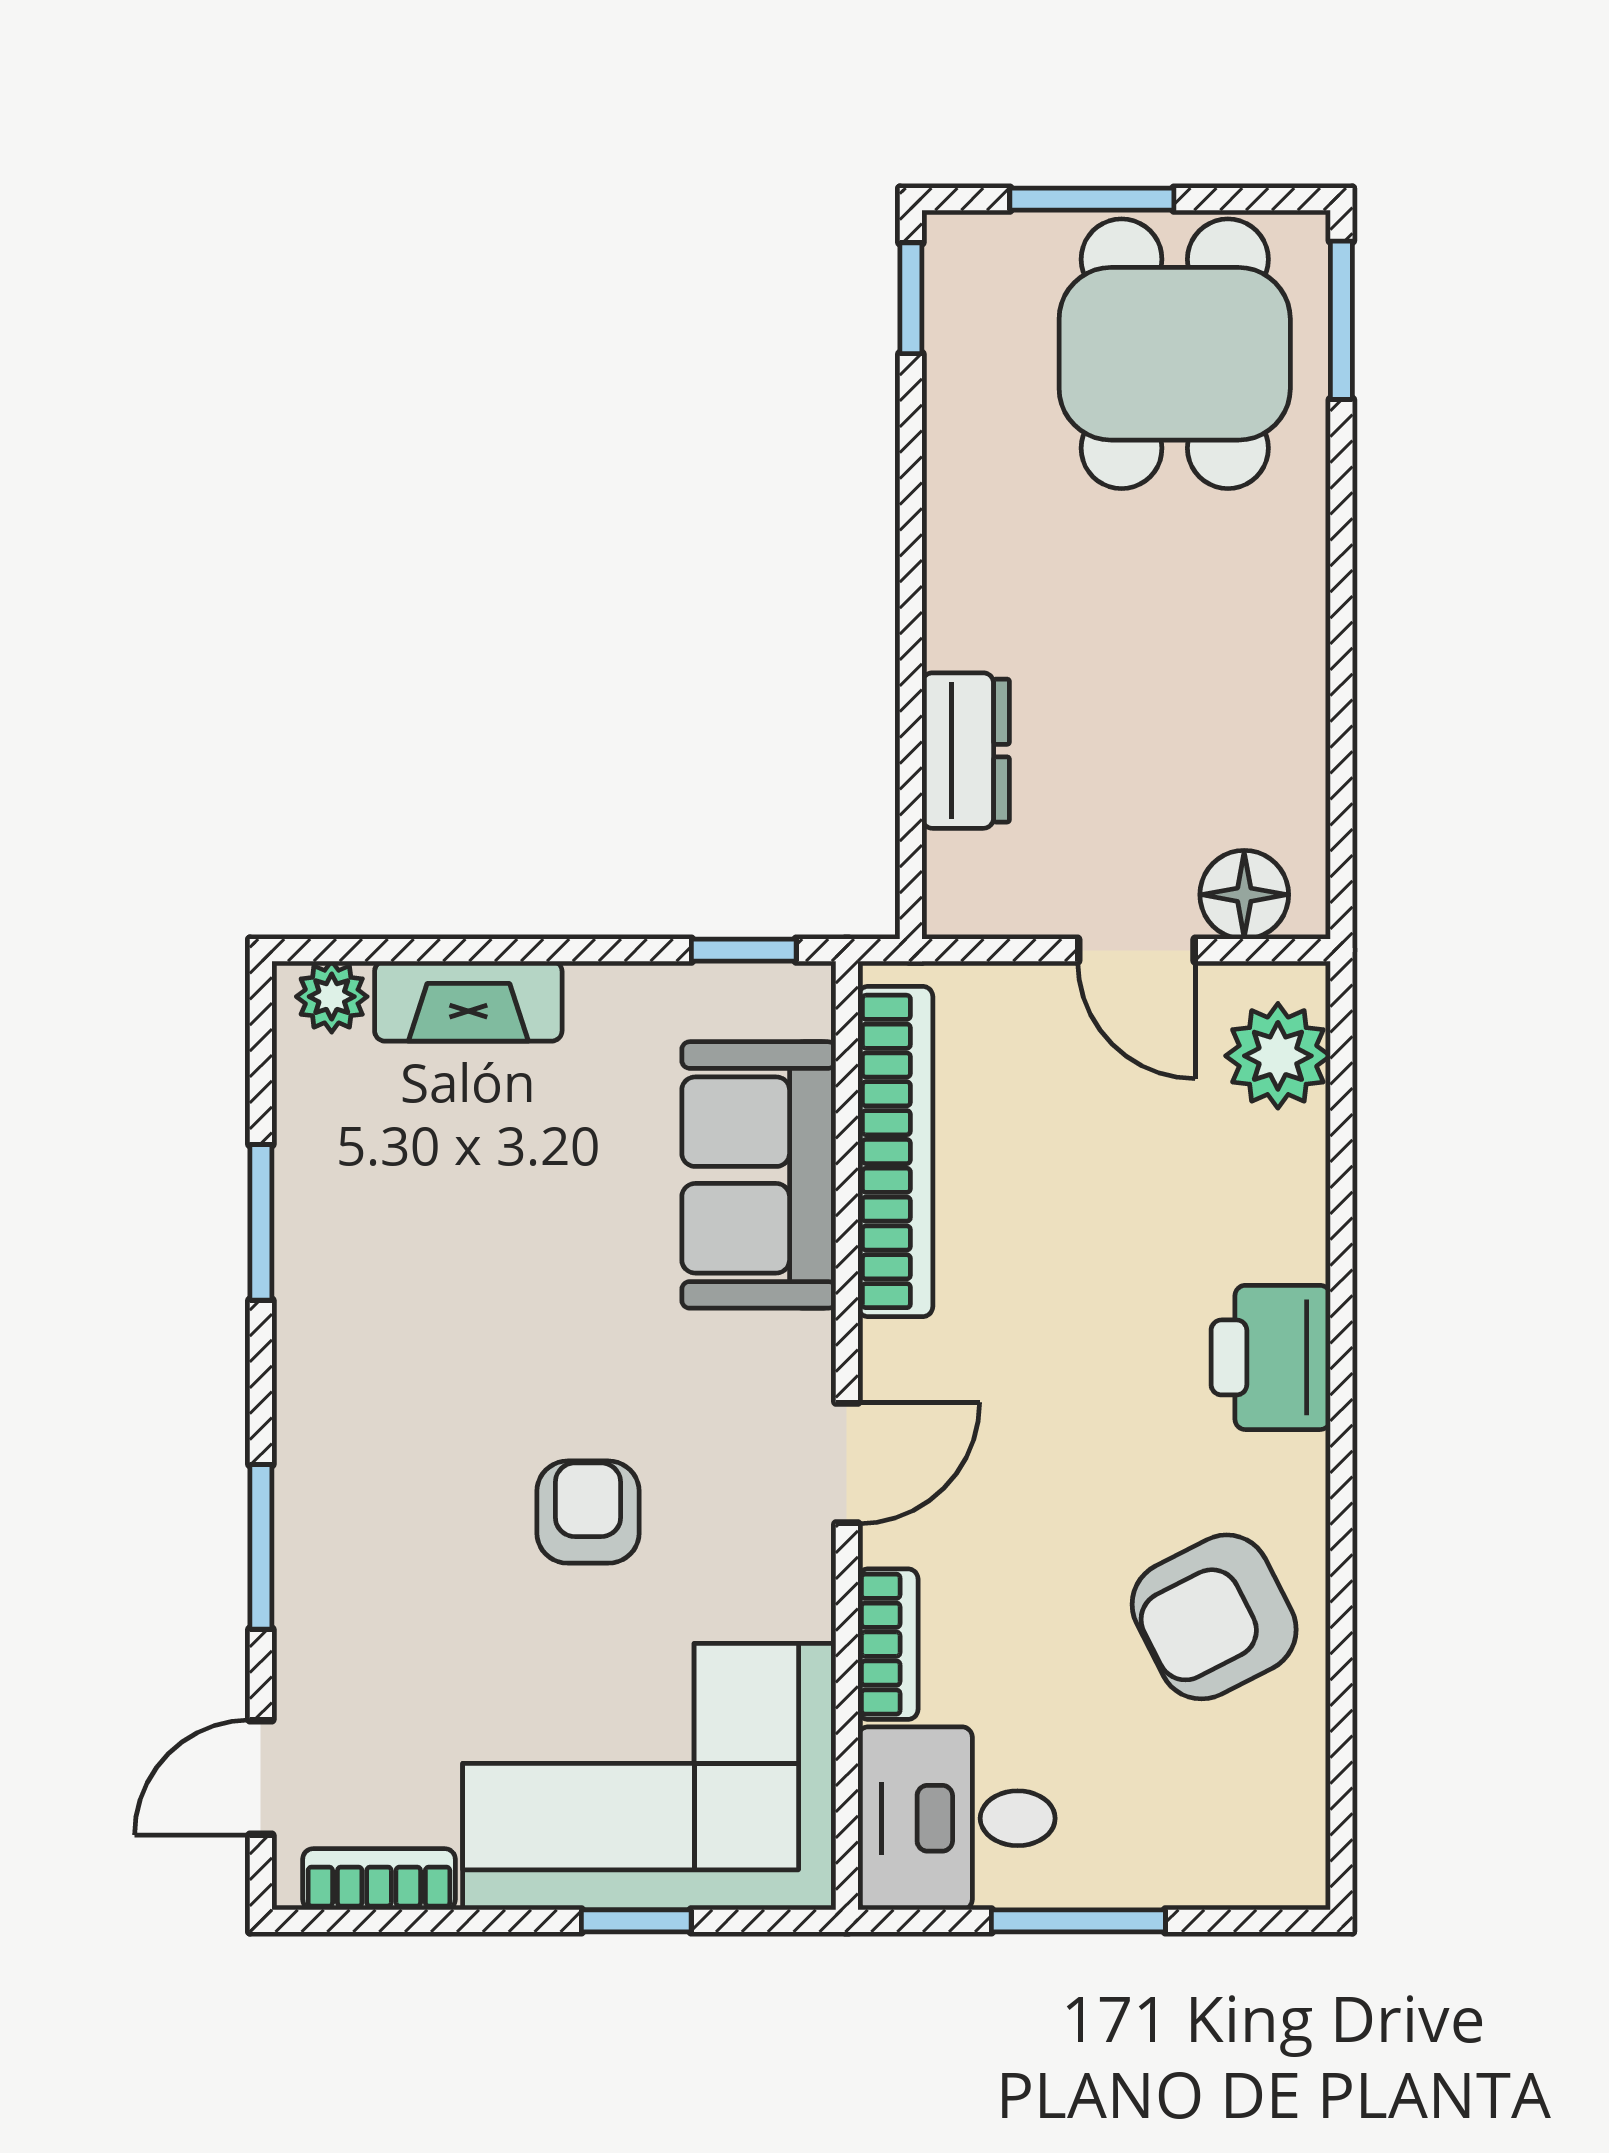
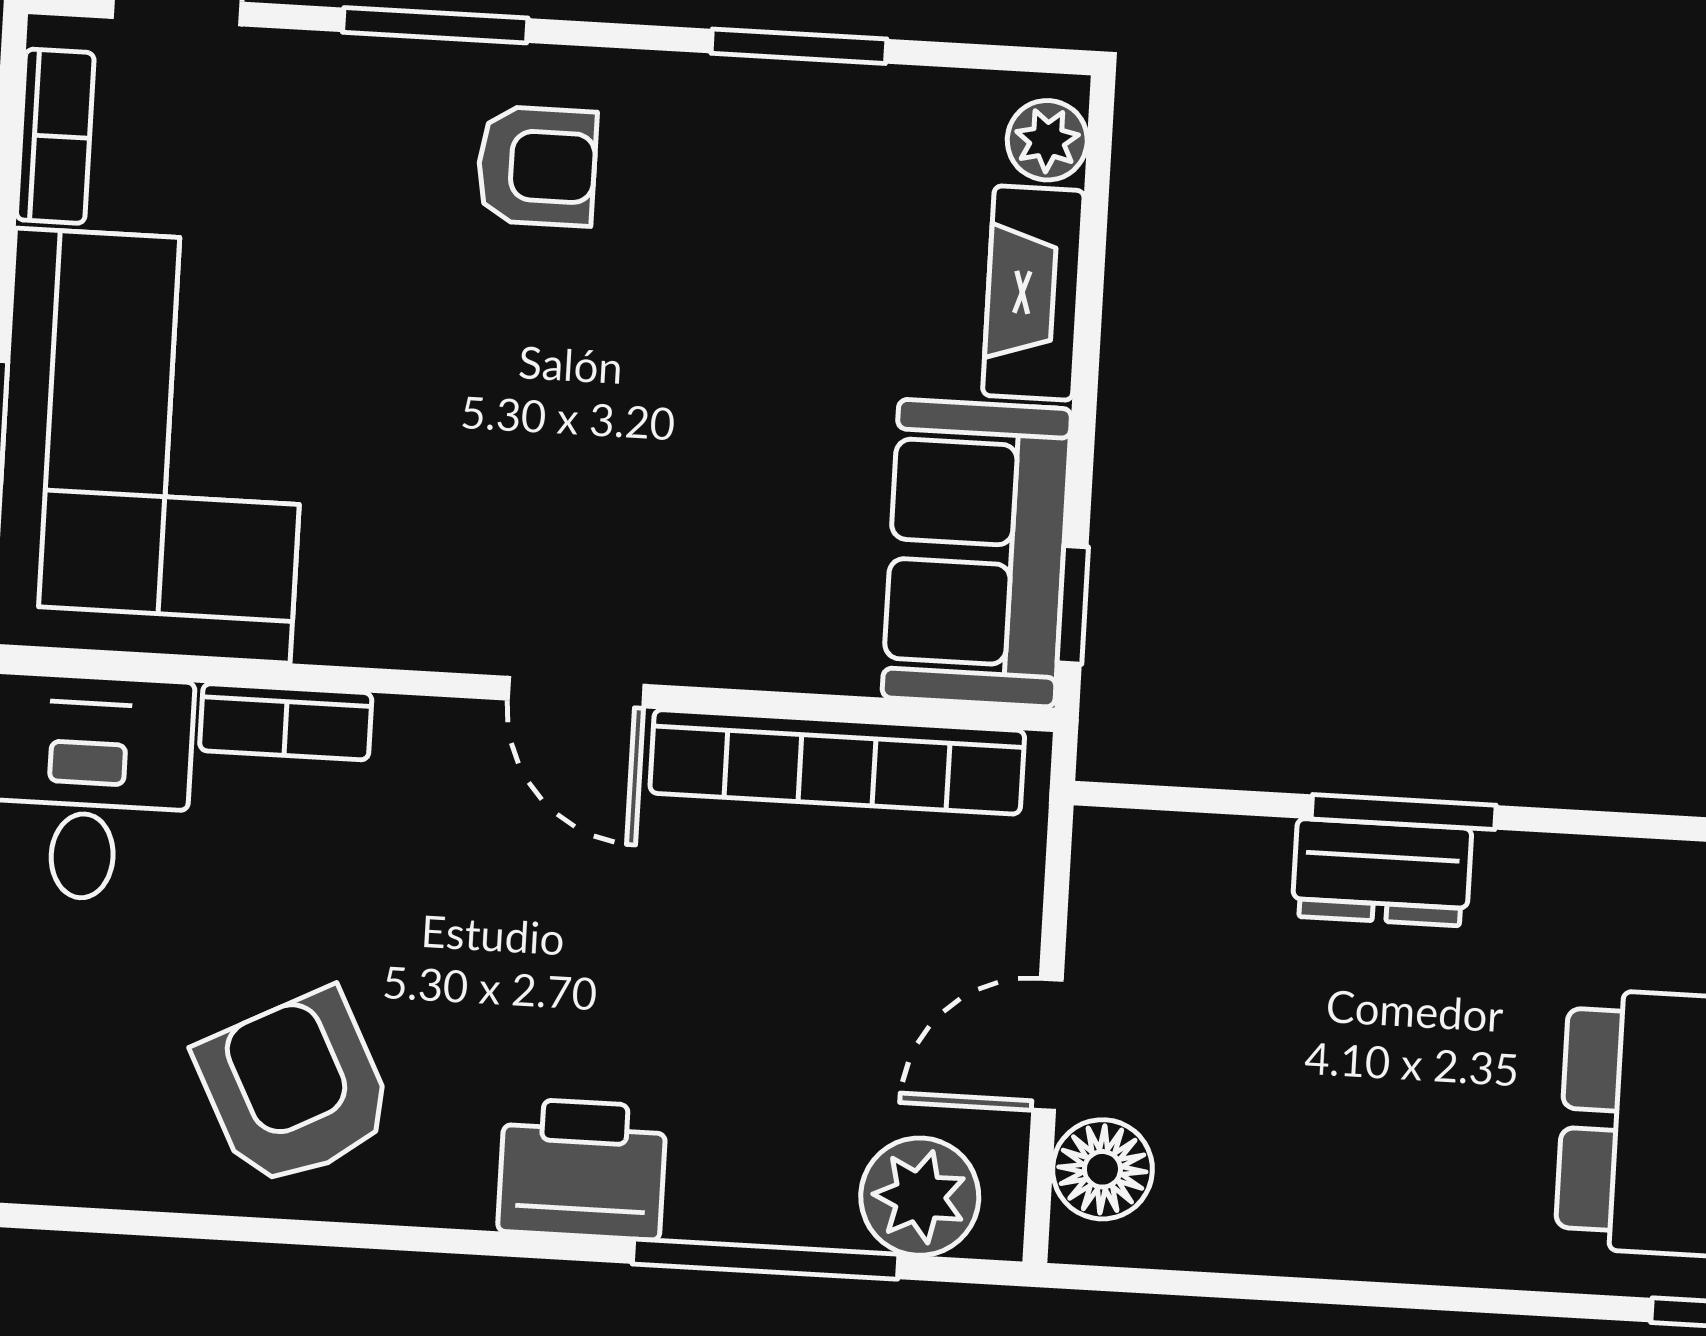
window: (911, 645) -> (1404, 812), added
dresser: (966, 751) -> (1382, 872), moved
sofa: (759, 1175) -> (977, 553), moved, turned -90
window: (1341, 1190) -> (766, 1259), added
door: (847, 1463) -> (576, 692), moved
armchair: (588, 1512) -> (537, 166), moved

